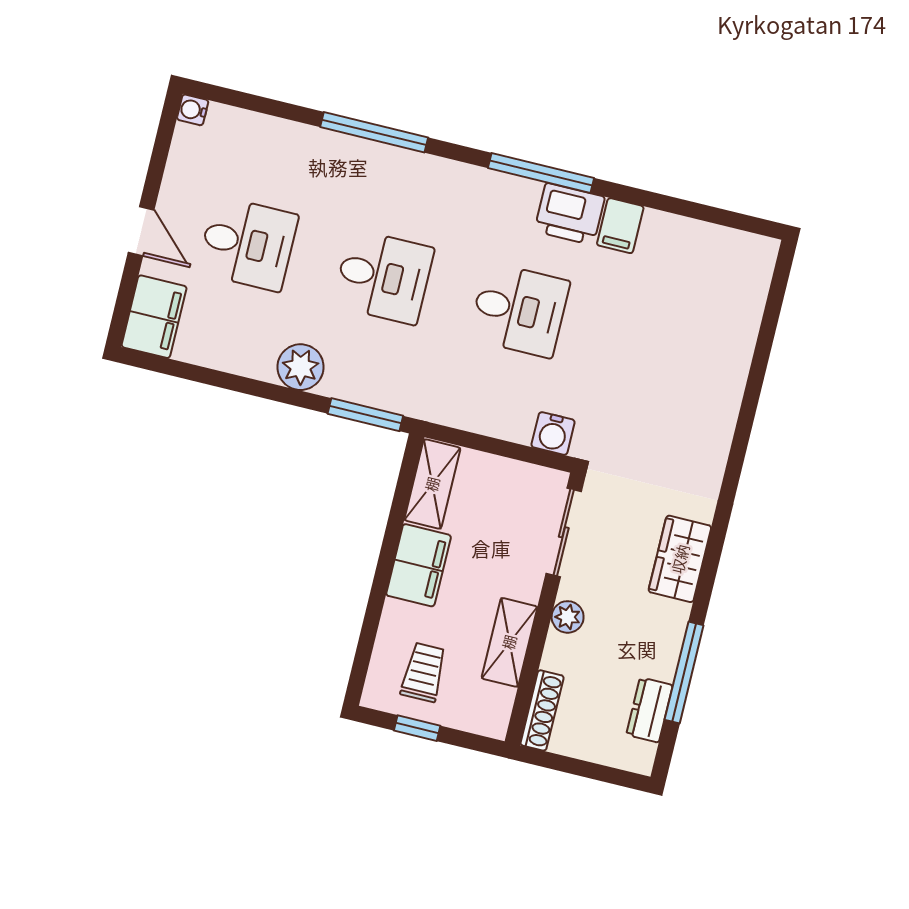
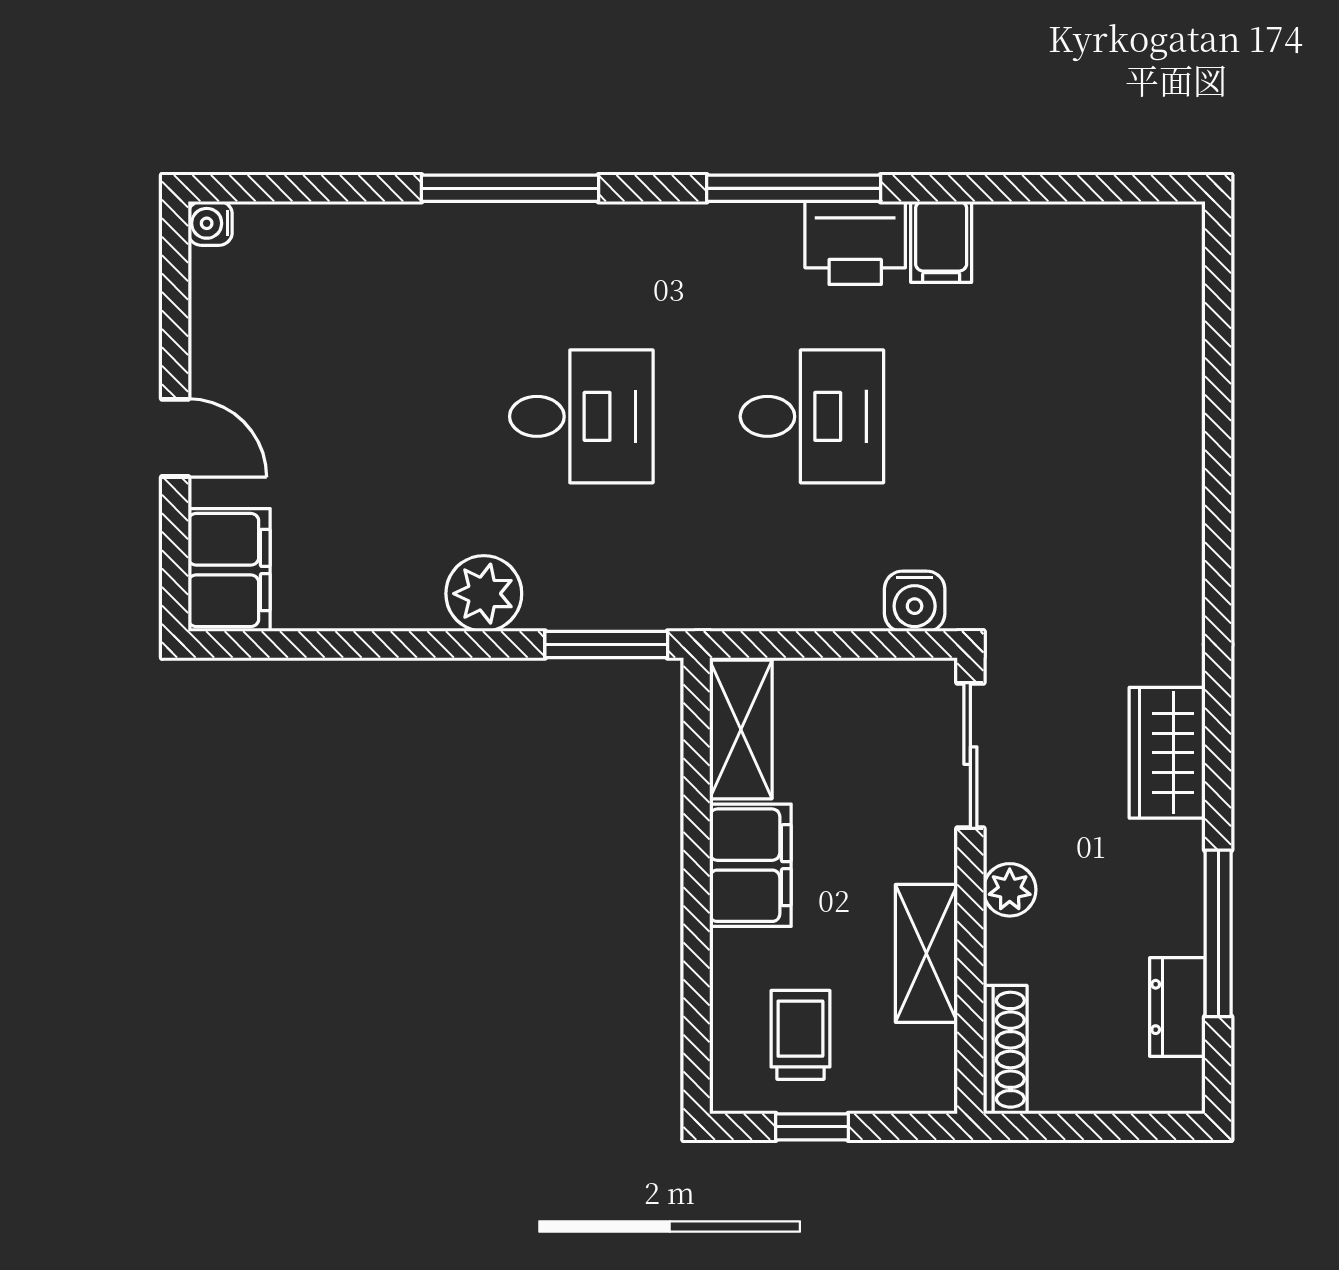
desk: (248, 244) -> (351, 416), removed

